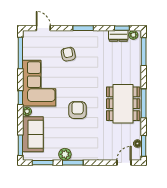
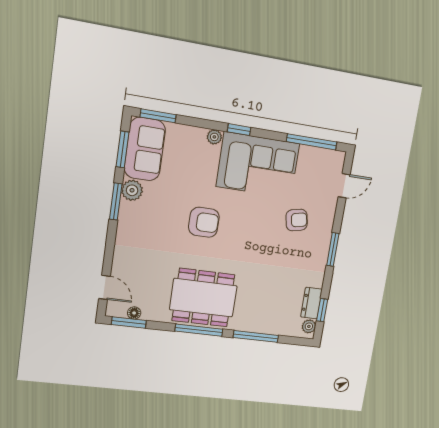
window: (144, 52) -> (256, 336), moved
sofa: (33, 134) -> (145, 149), moved, turned -90

